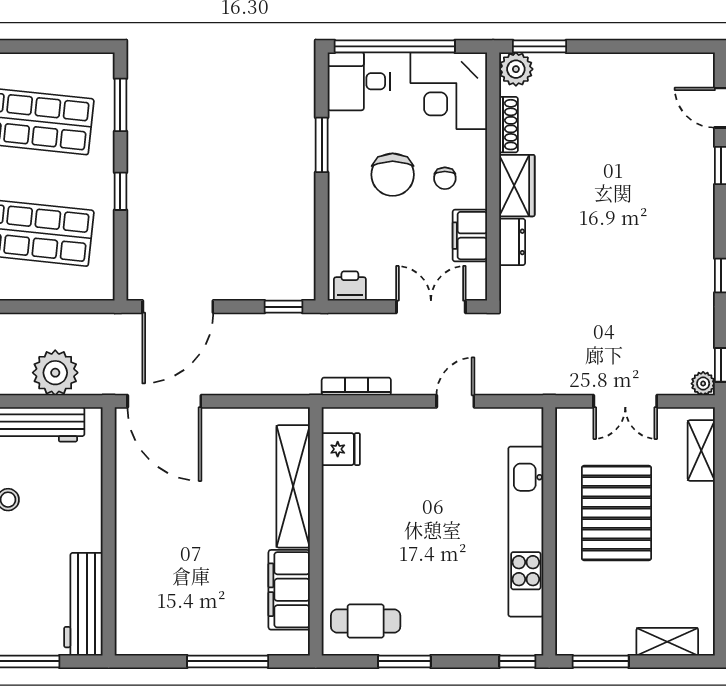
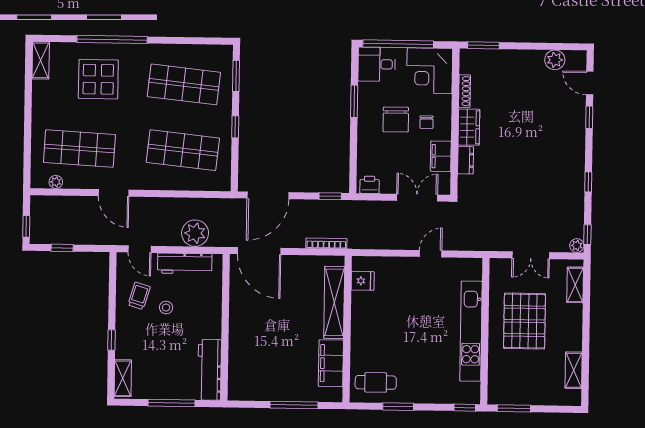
plant: (516, 69) -> (555, 60), moved
bookcase: (356, 386) -> (326, 243), moved
shelving: (667, 642) -> (574, 370), moved, turned 90

